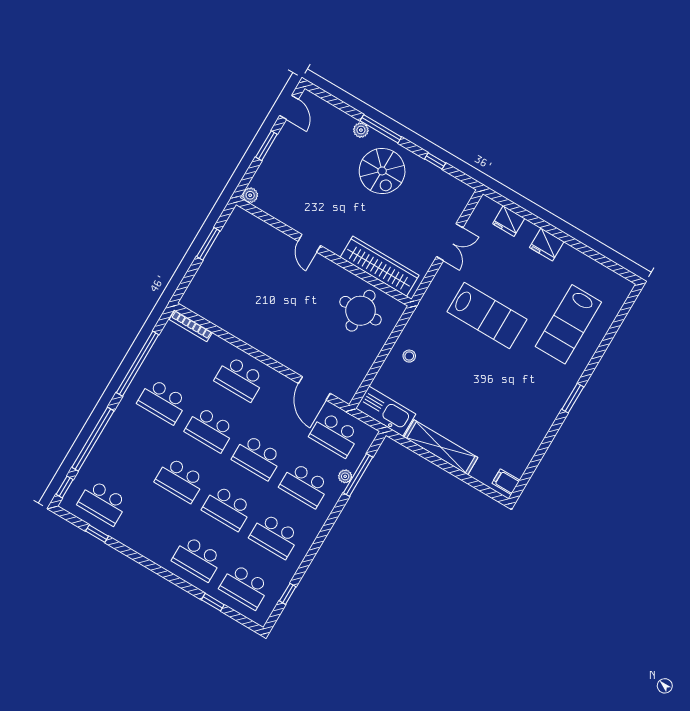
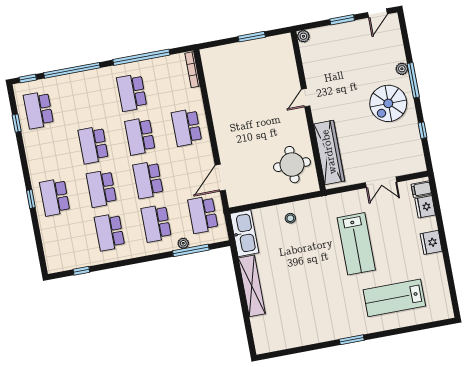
filing cabinet: (506, 482) -> (421, 189), moved, turned -90
school desk: (245, 587) -> (63, 241), removed
window: (213, 602) -> (31, 199), moved

